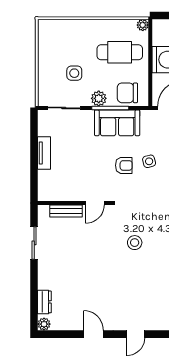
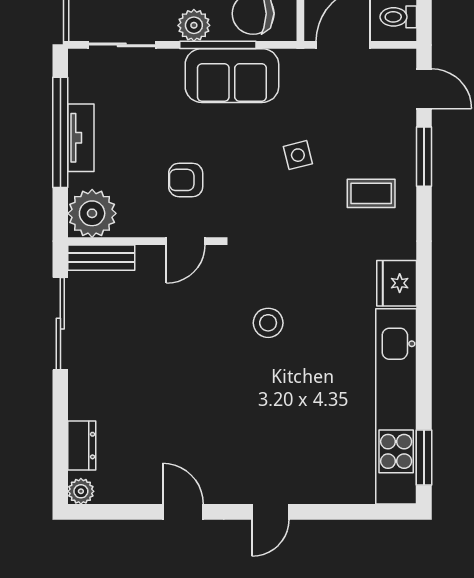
window: (34, 150) -> (60, 132), added
armchair: (124, 165) -> (186, 180), moved, turned 180
plant: (49, 190) -> (92, 213), added
bench: (66, 211) -> (101, 258), moved
sliding door: (34, 243) -> (60, 324), width x1.37

